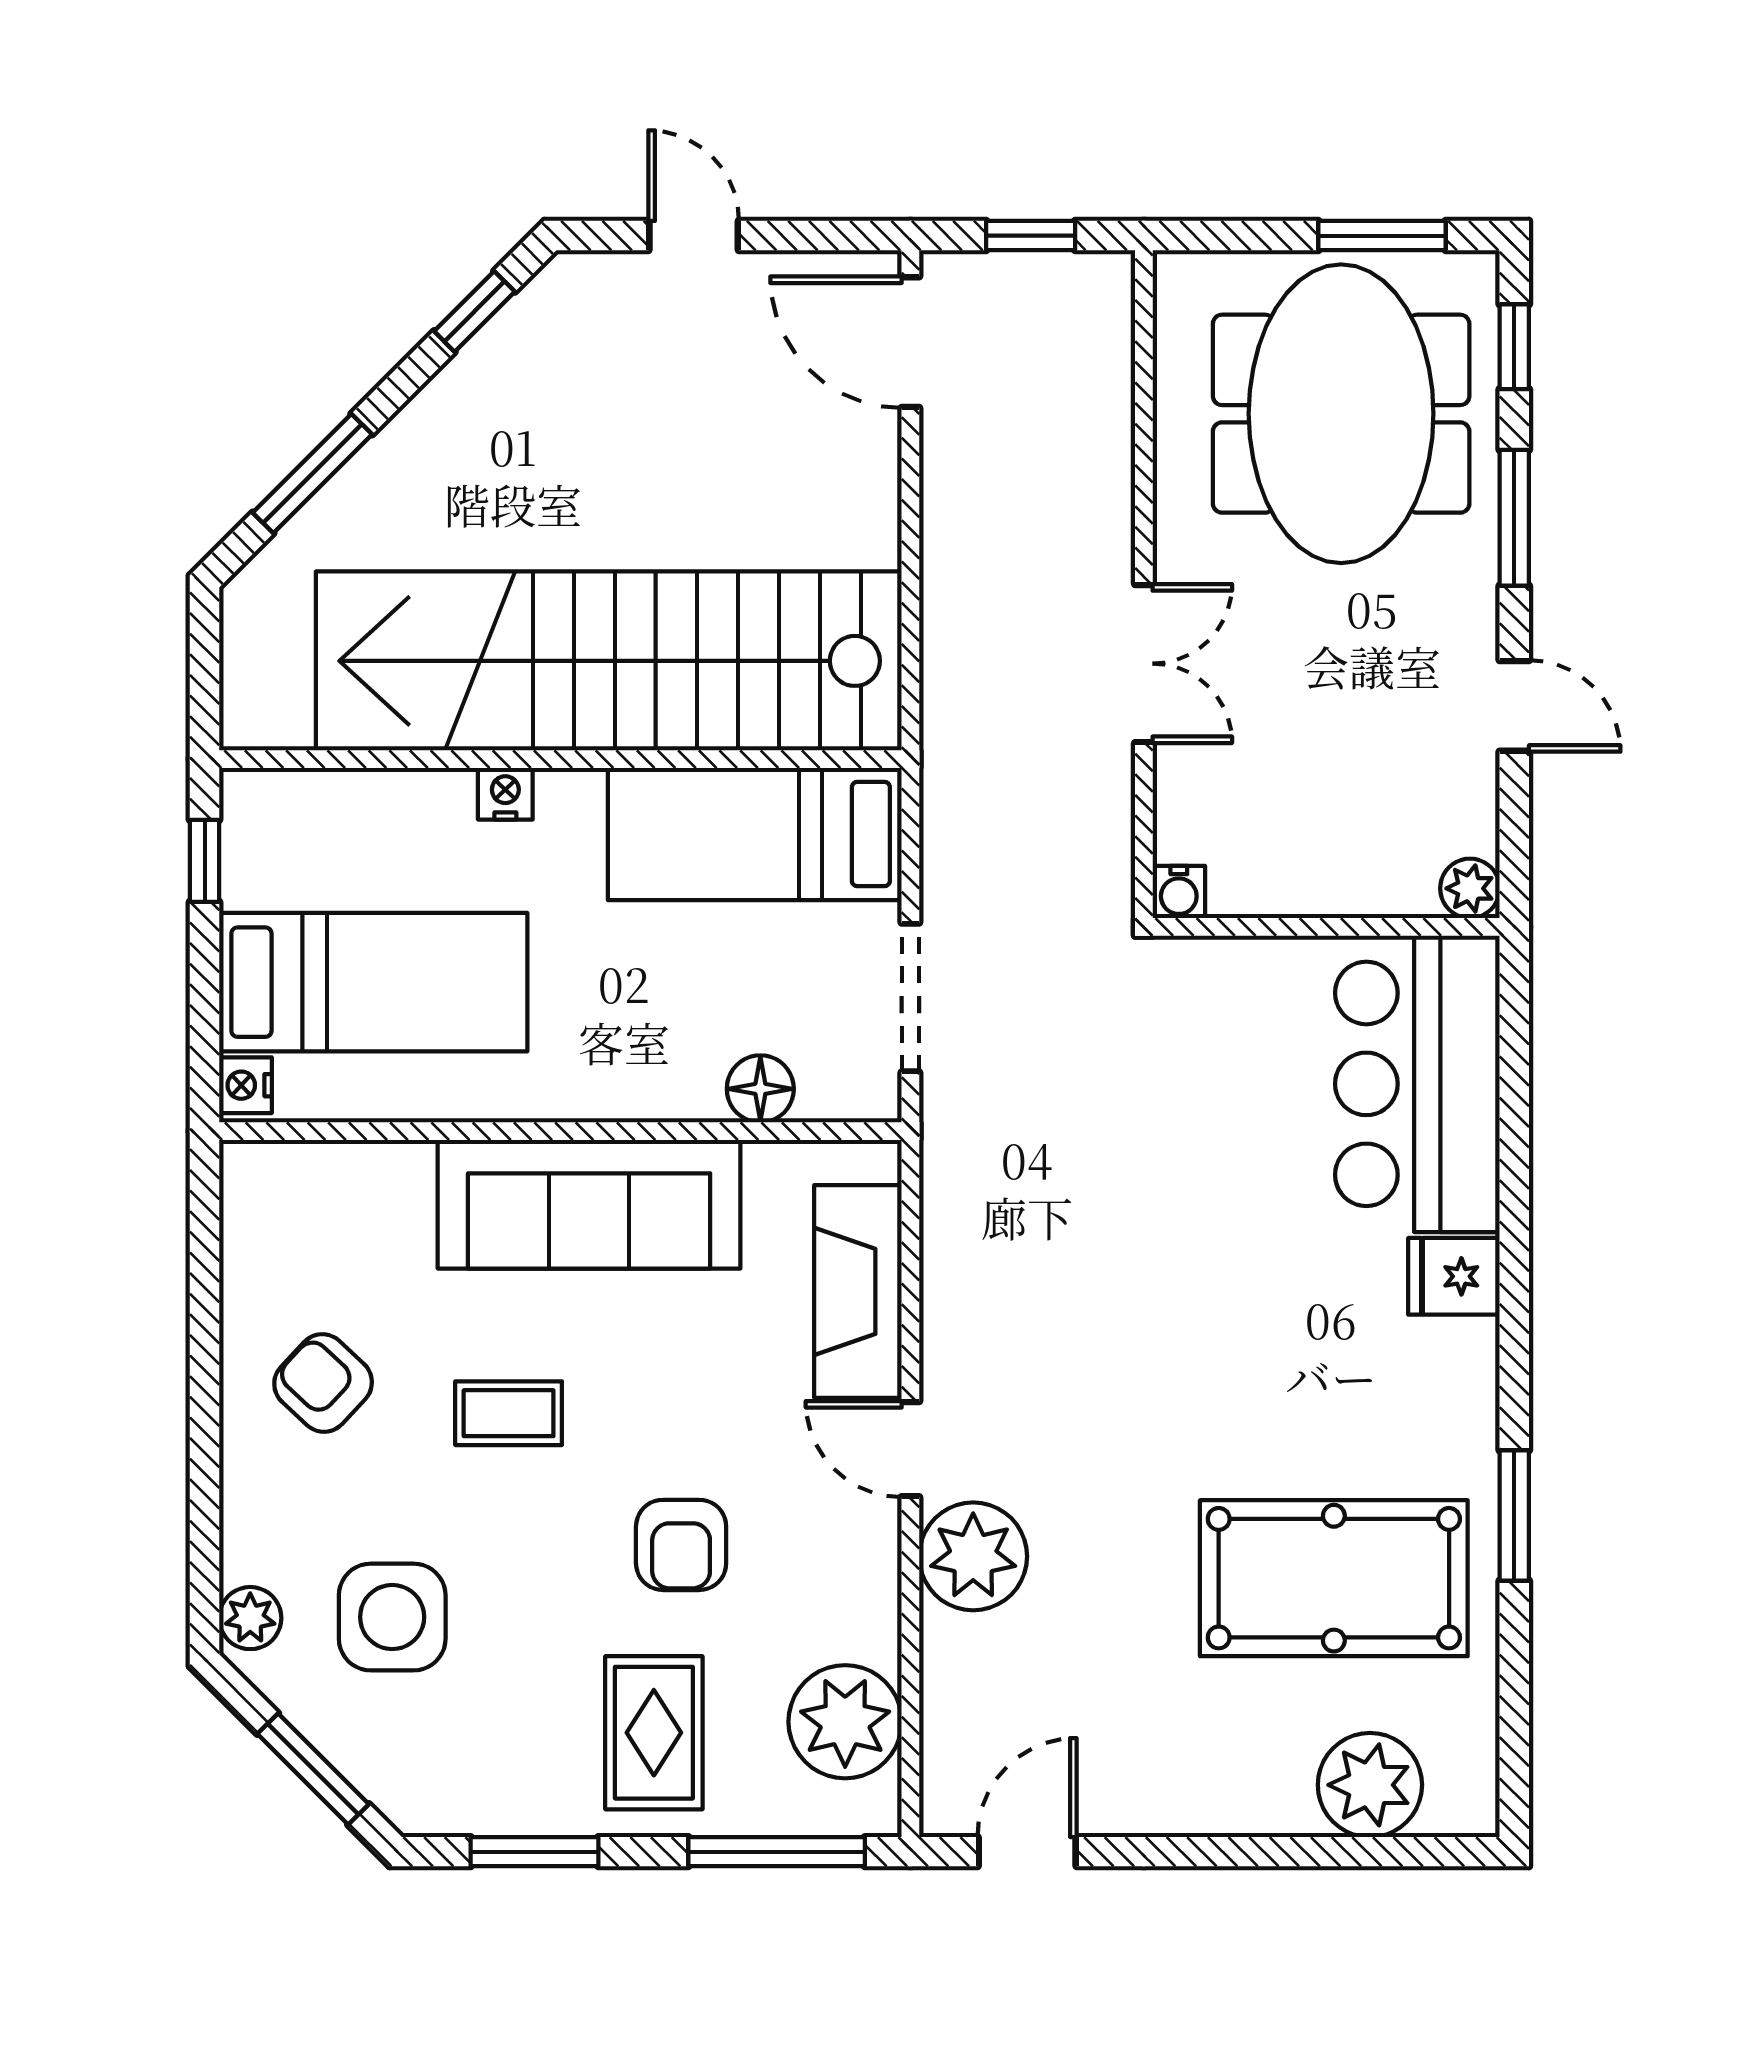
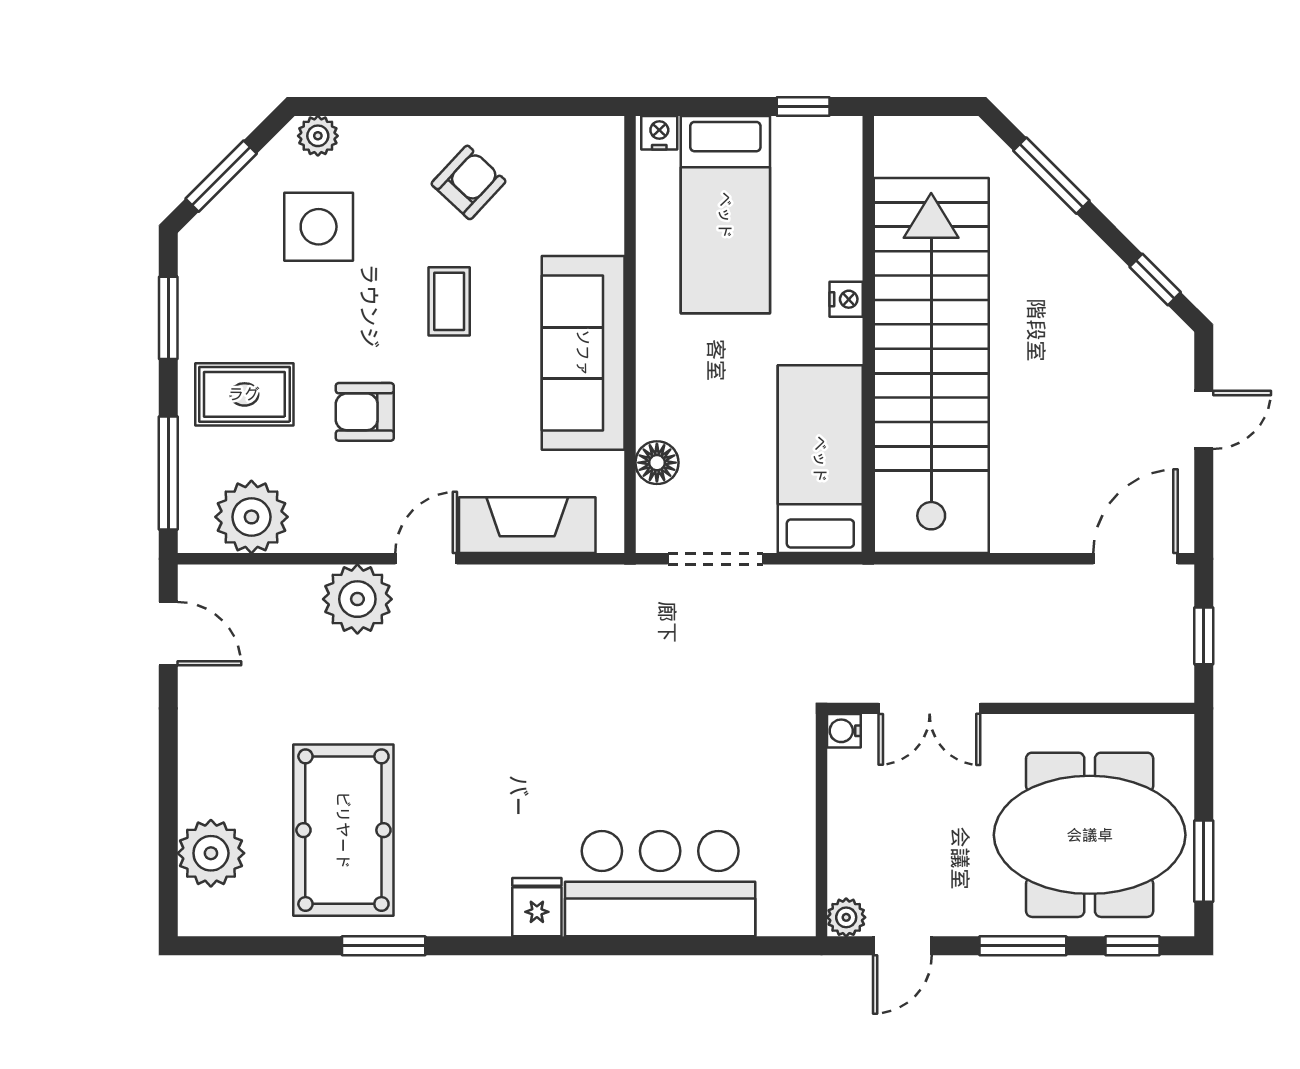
plant: (1470, 888) -> (846, 917), moved
water cooler: (1179, 892) -> (844, 731), moved
wall: (1326, 927) -> (822, 825), moved

